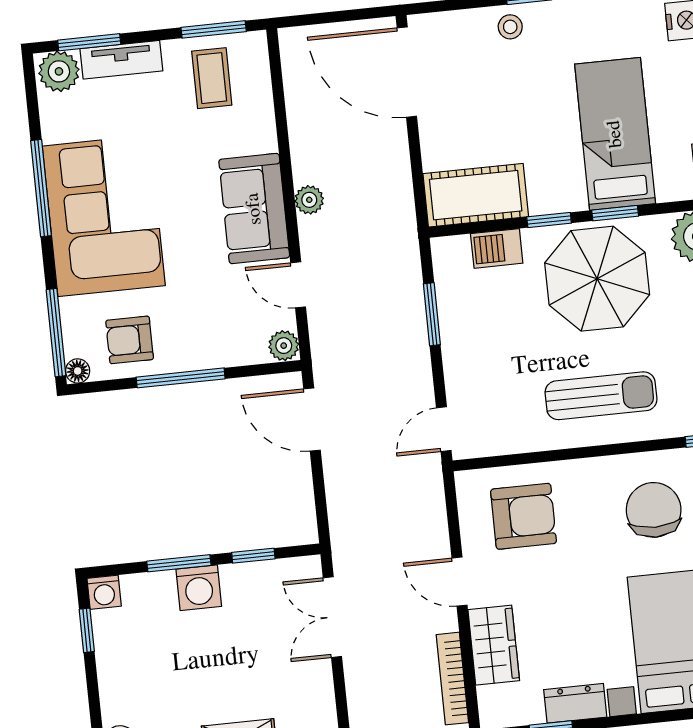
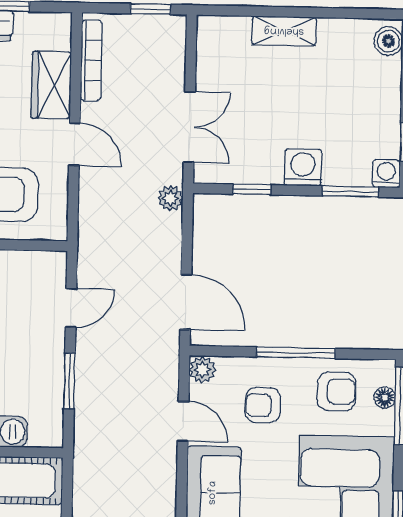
plant: (309, 200) -> (170, 198), moved
armchair: (211, 314) -> (263, 405), added
floor lamp: (78, 371) -> (385, 397), moved
door: (444, 429) -> (71, 308), moved
window: (179, 563) -> (351, 191), moved

